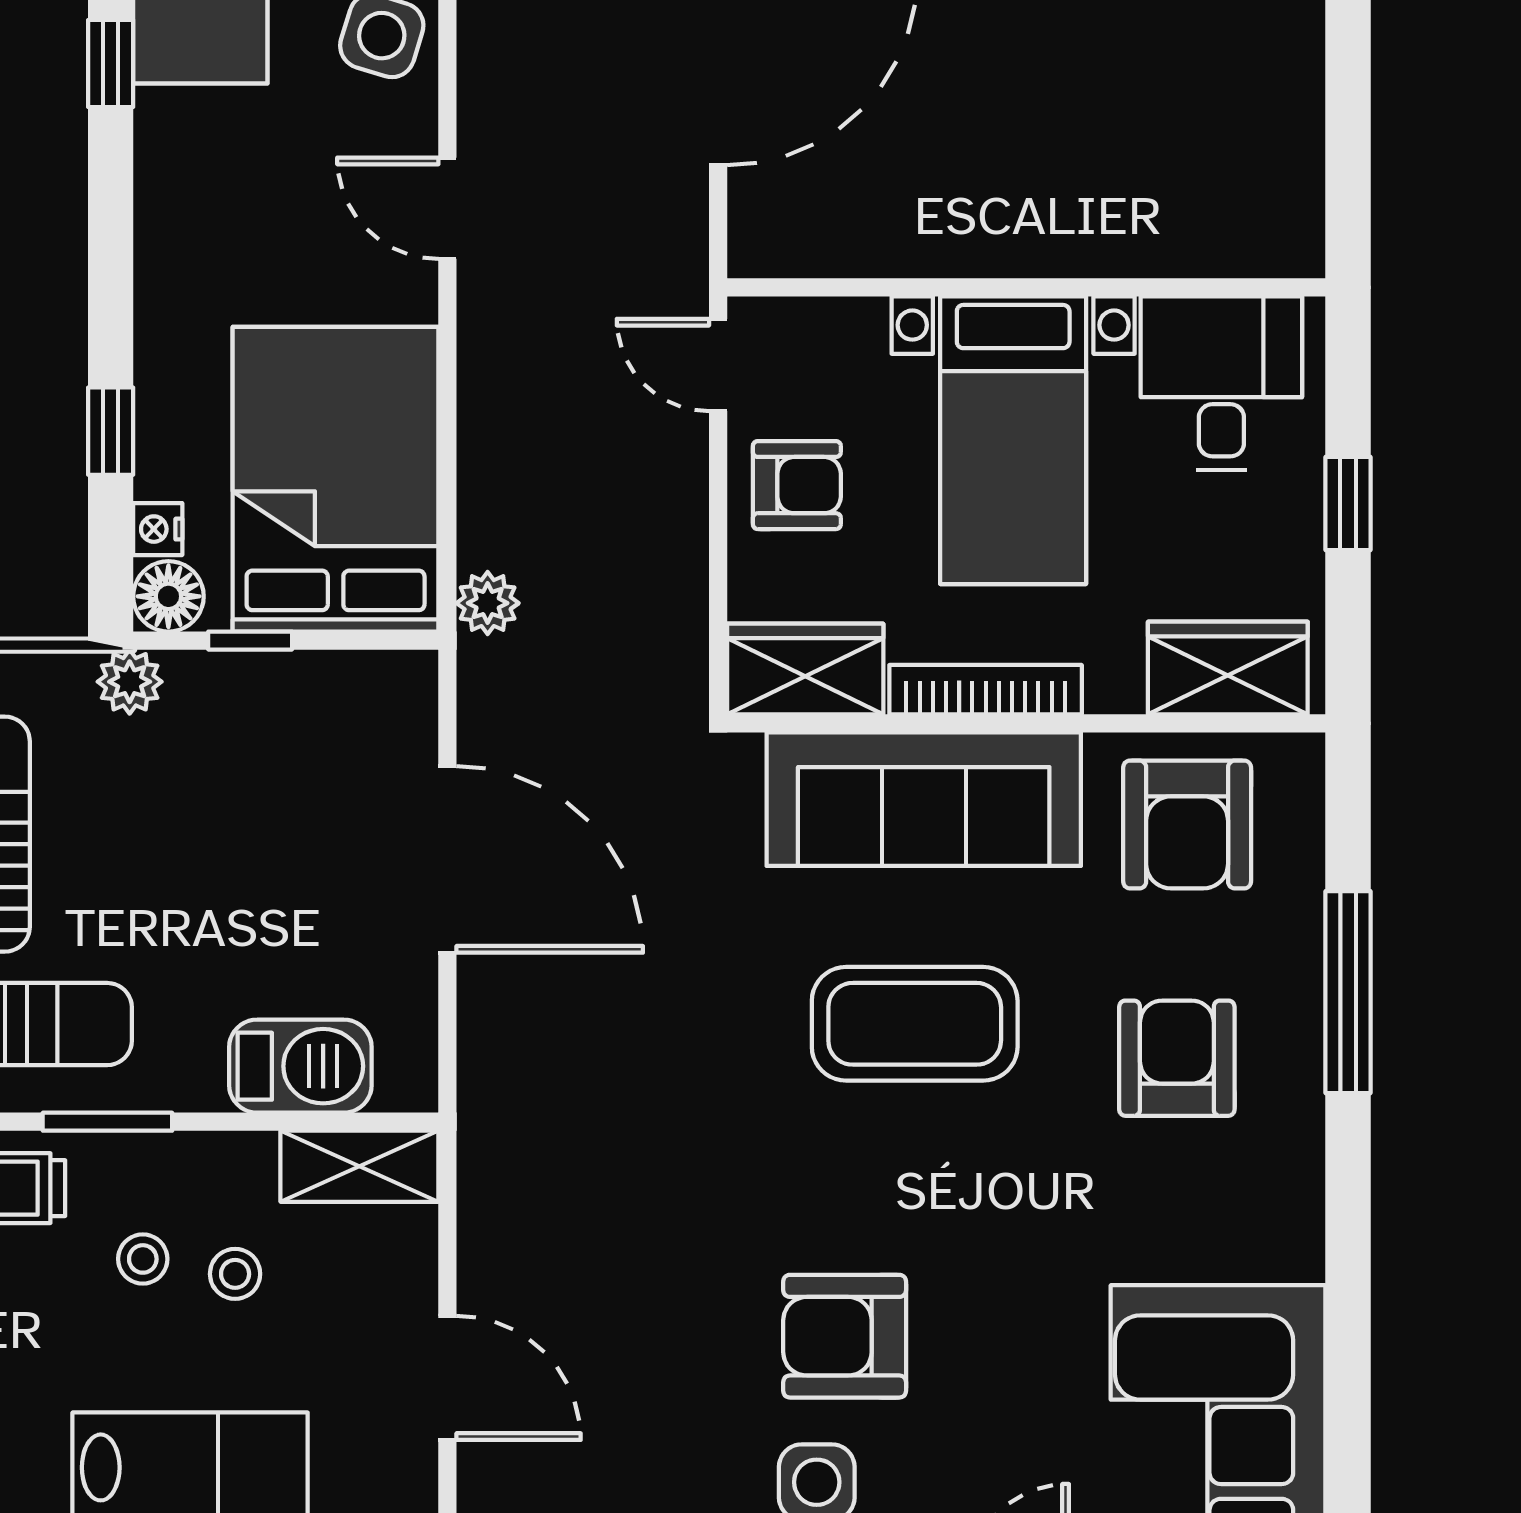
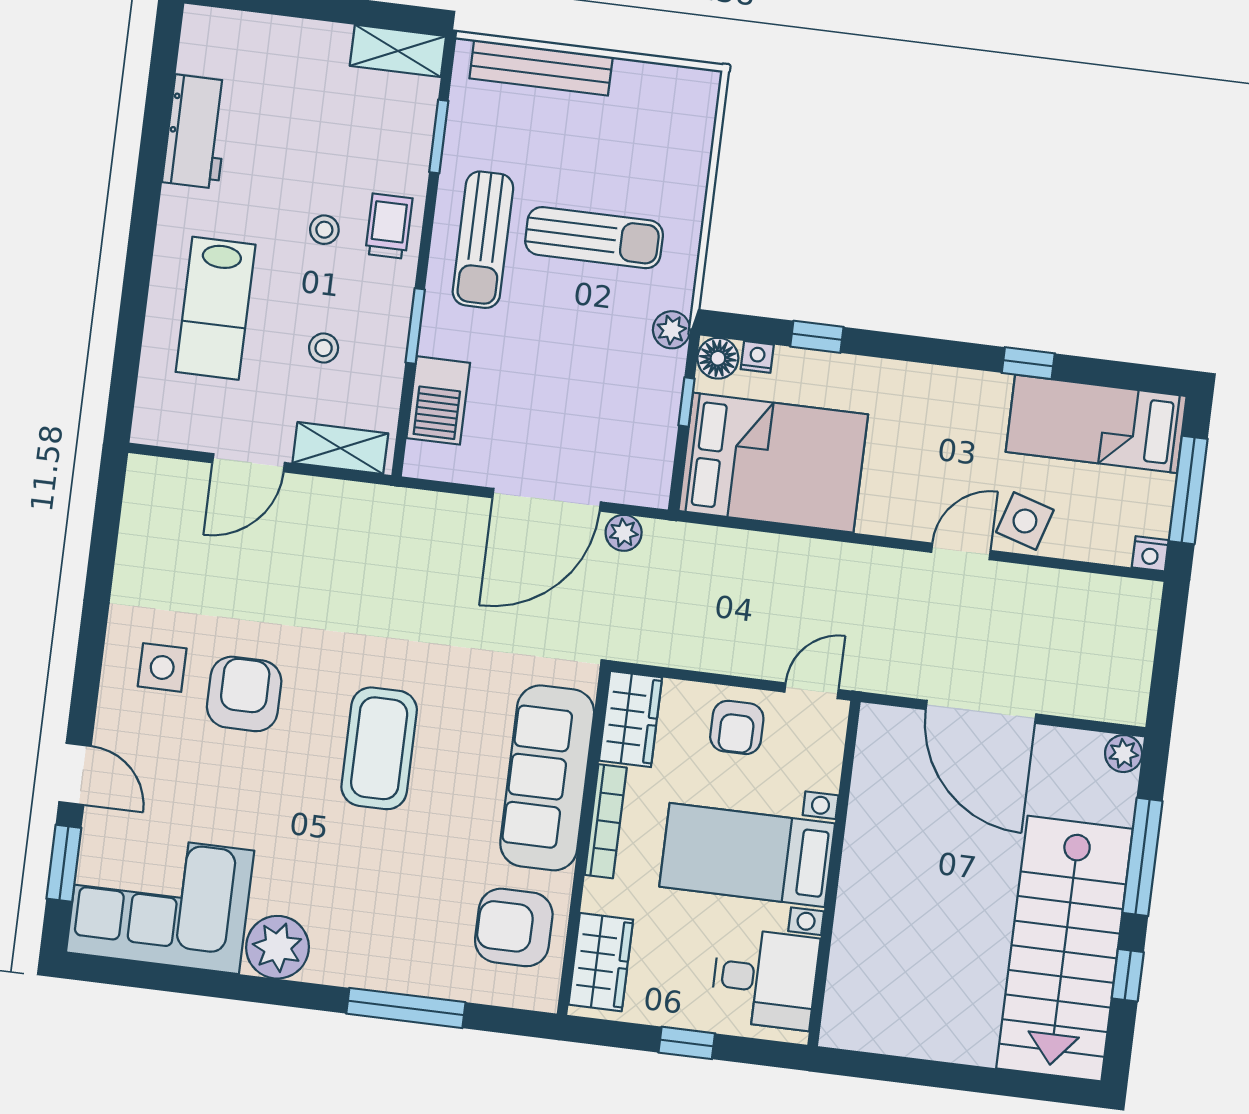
door: (447, 208) -> (961, 551), moved
plant: (488, 603) -> (624, 533), moved
coffee table: (915, 1024) -> (379, 748), moved
armchair: (1177, 1058) -> (380, 905), removed
window: (107, 1122) -> (415, 326), moved
shelving: (359, 1166) -> (340, 448), moved, turned 90
plant: (1271, 1225) -> (277, 947), added
stool: (143, 1259) -> (324, 230), moved

